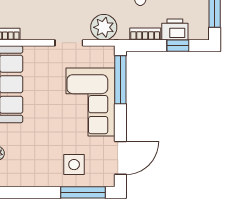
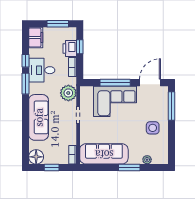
window: (120, 80) -> (115, 83), moved
door: (120, 158) -> (150, 83), hinge flipped
side table: (74, 165) -> (153, 128), moved

